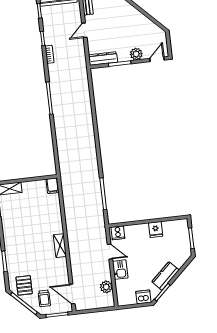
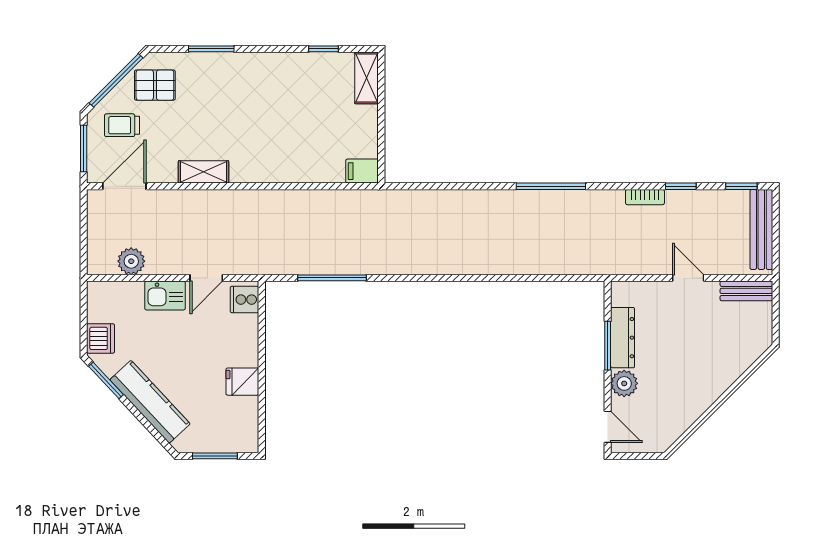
dresser: (103, 59) -> (623, 338), moved
shelving: (60, 246) -> (204, 172), moved
kitchen counter: (165, 276) -> (150, 402), width x1.50

